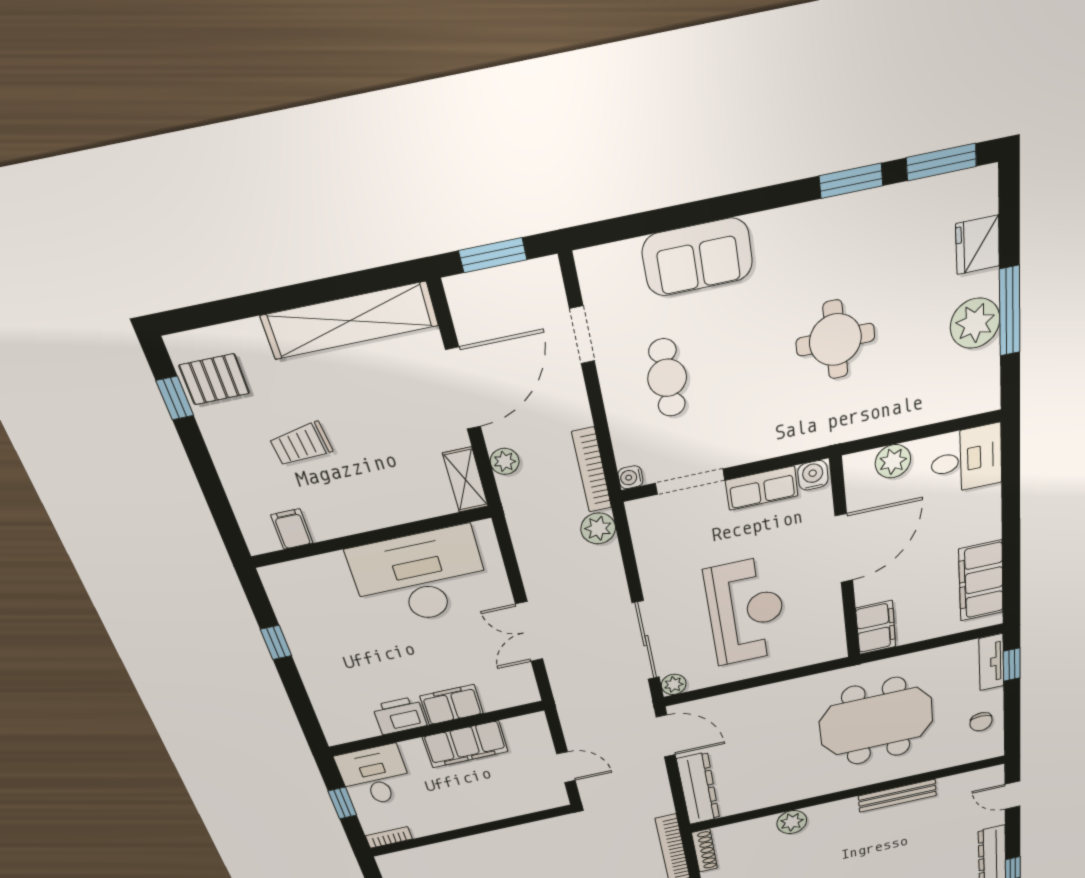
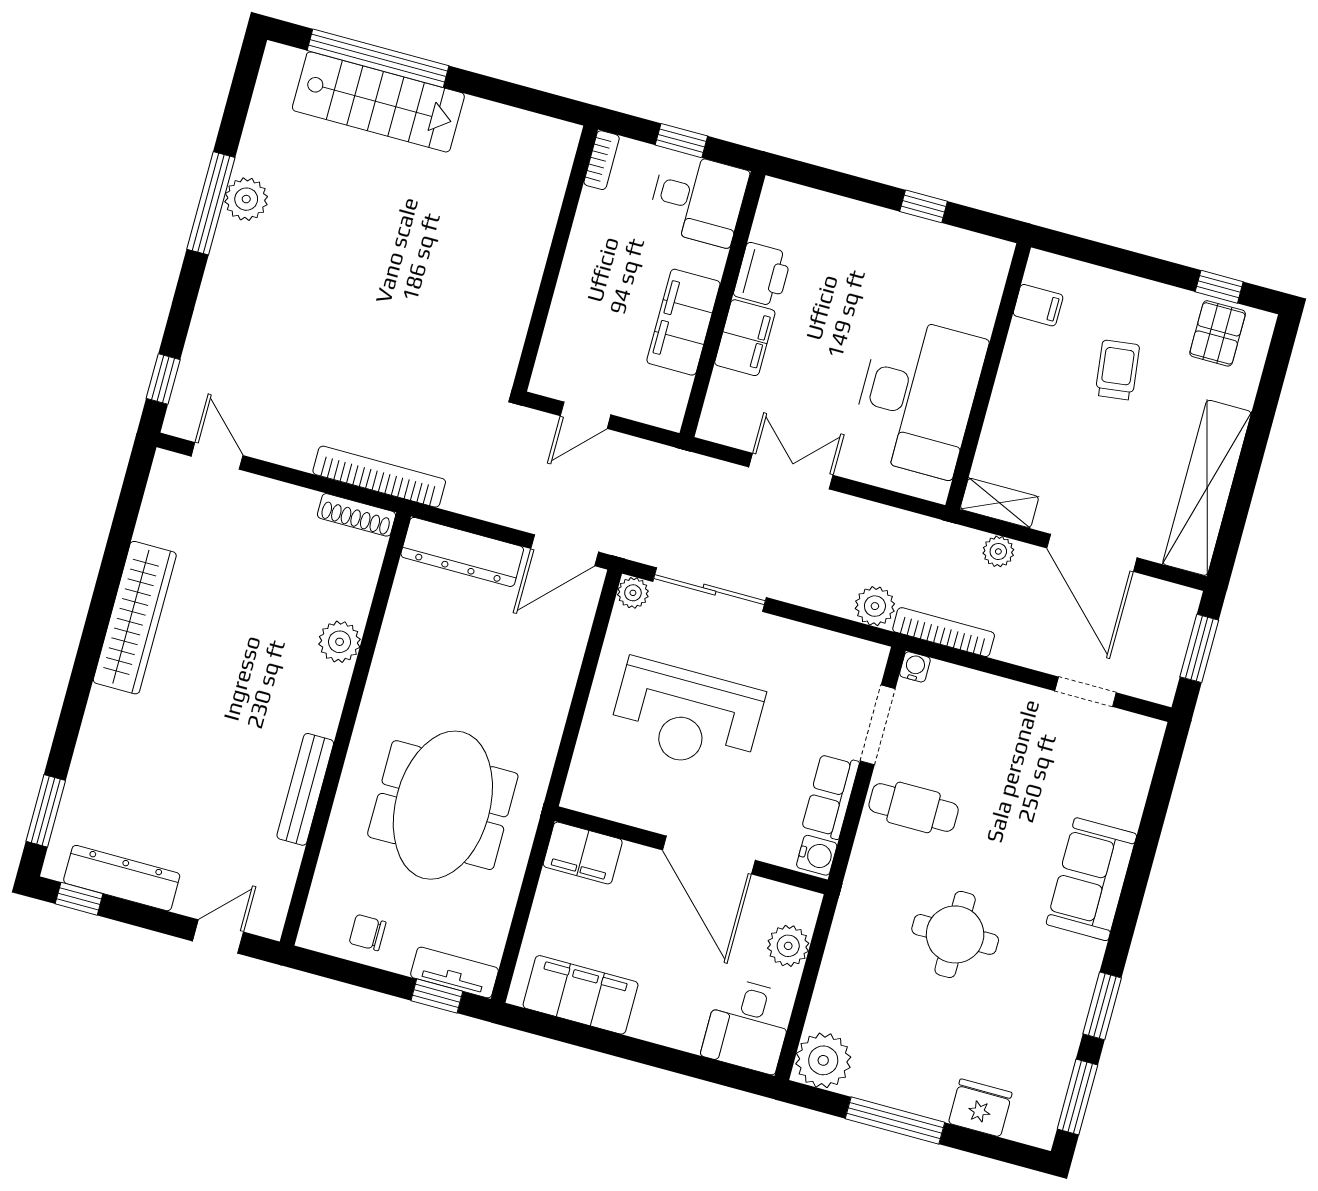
sofa: (698, 257) -> (1091, 879), moved
plant: (975, 323) -> (823, 1060), moved
cafe table: (667, 378) -> (914, 807), moved

